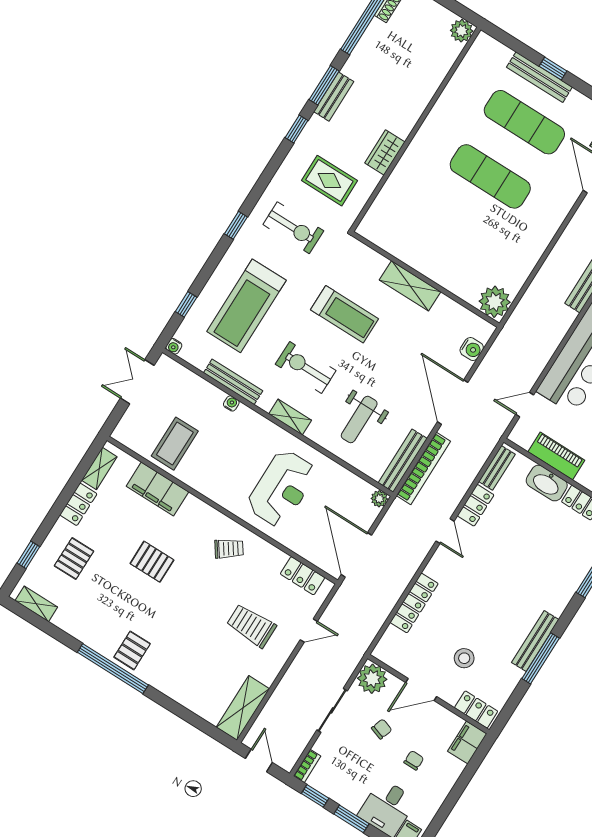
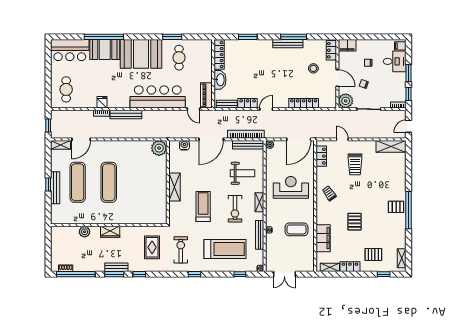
plant: (462, 31) -> (85, 232), moved
wardrobe: (385, 152) -> (110, 232), moved
coffee table: (175, 444) -> (297, 229), moved
piano: (556, 456) -> (206, 95), moved

